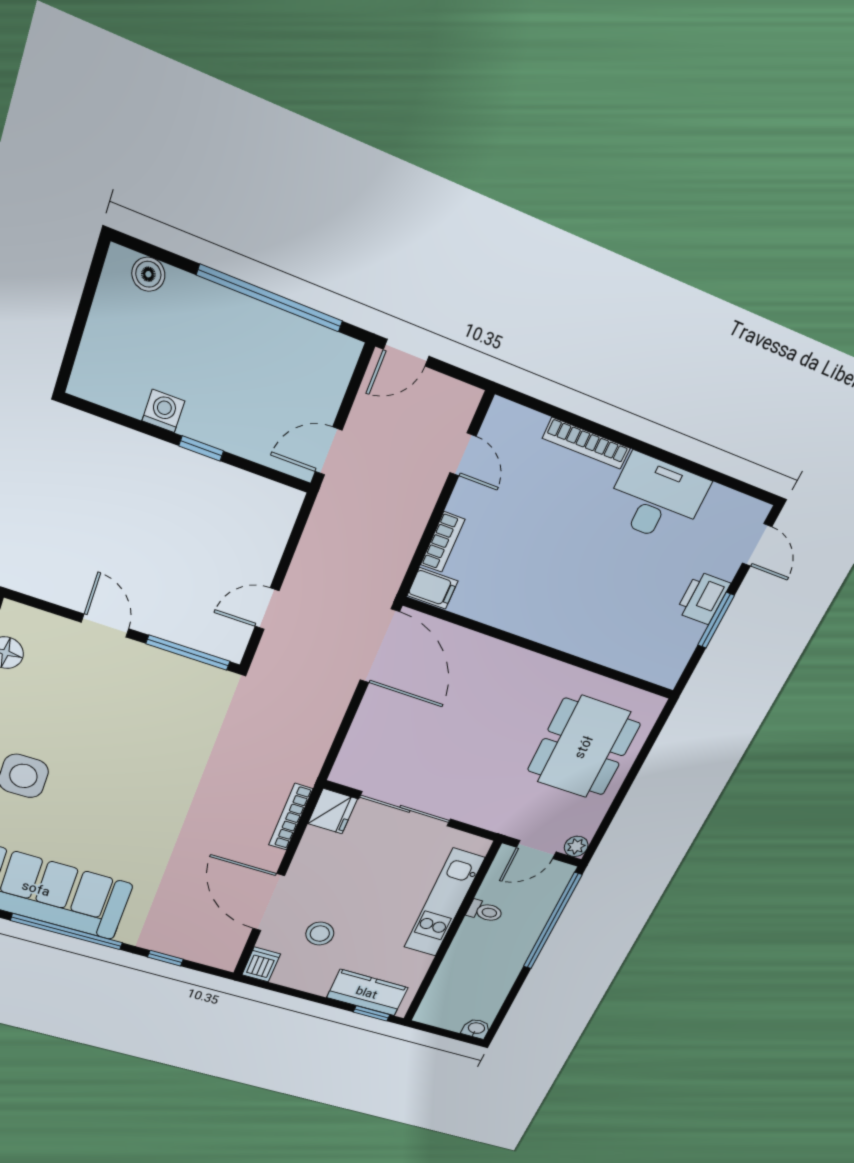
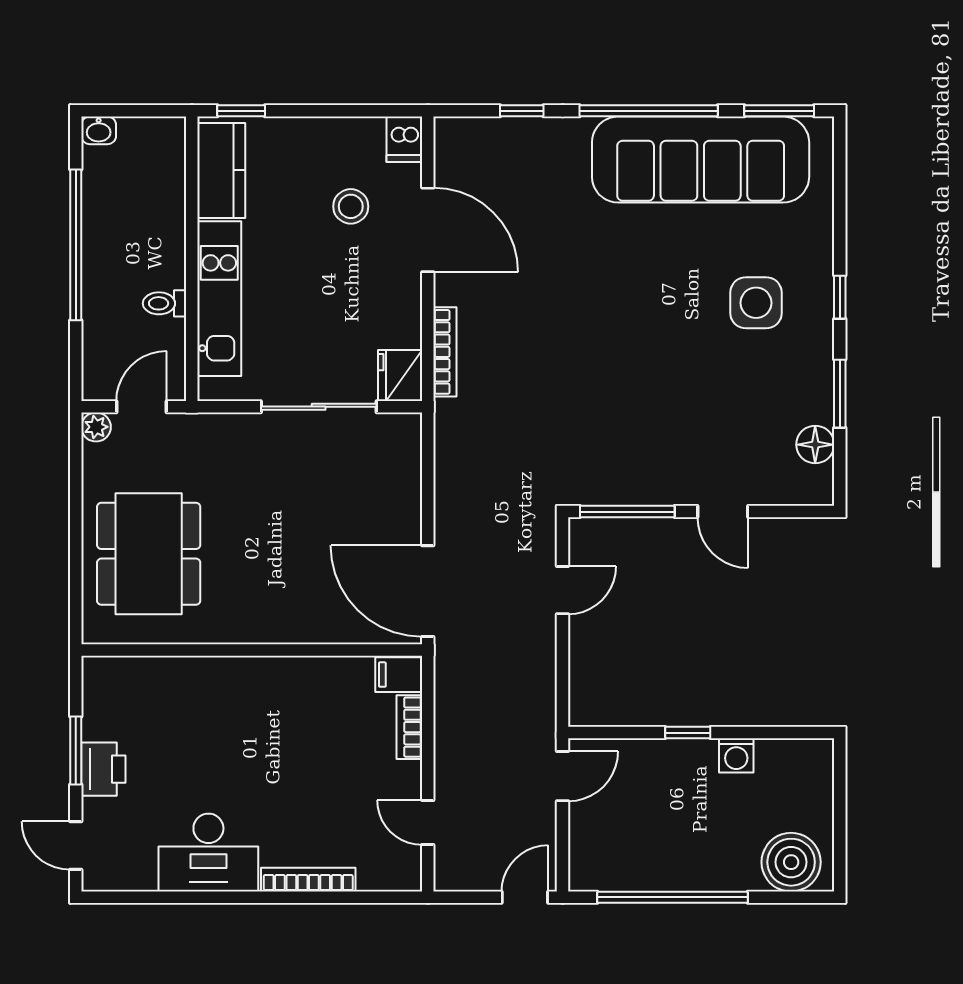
boiler: (148, 274) -> (791, 862), width x1.86, depth x1.86
window: (552, 921) -> (76, 245), moved
kitchen counter: (367, 993) -> (221, 170), moved, turned -90

